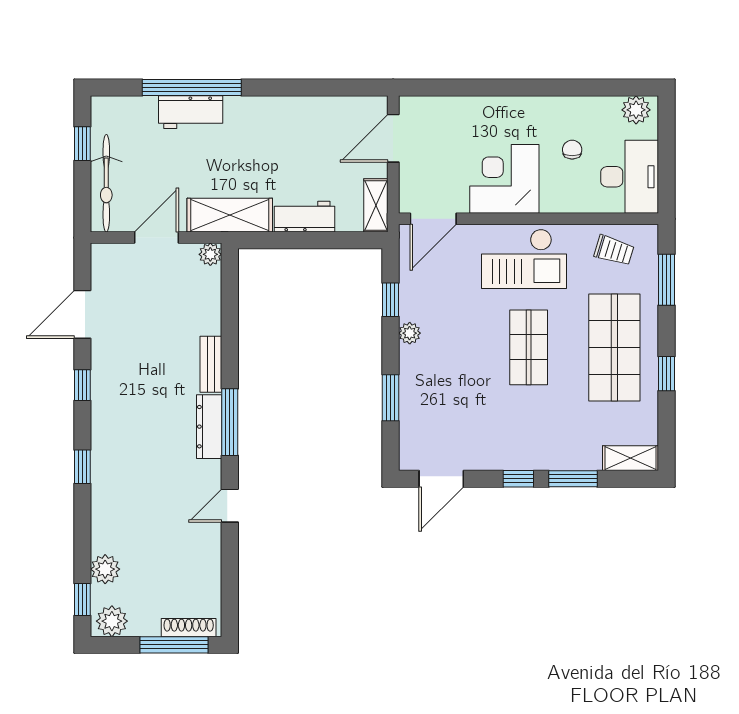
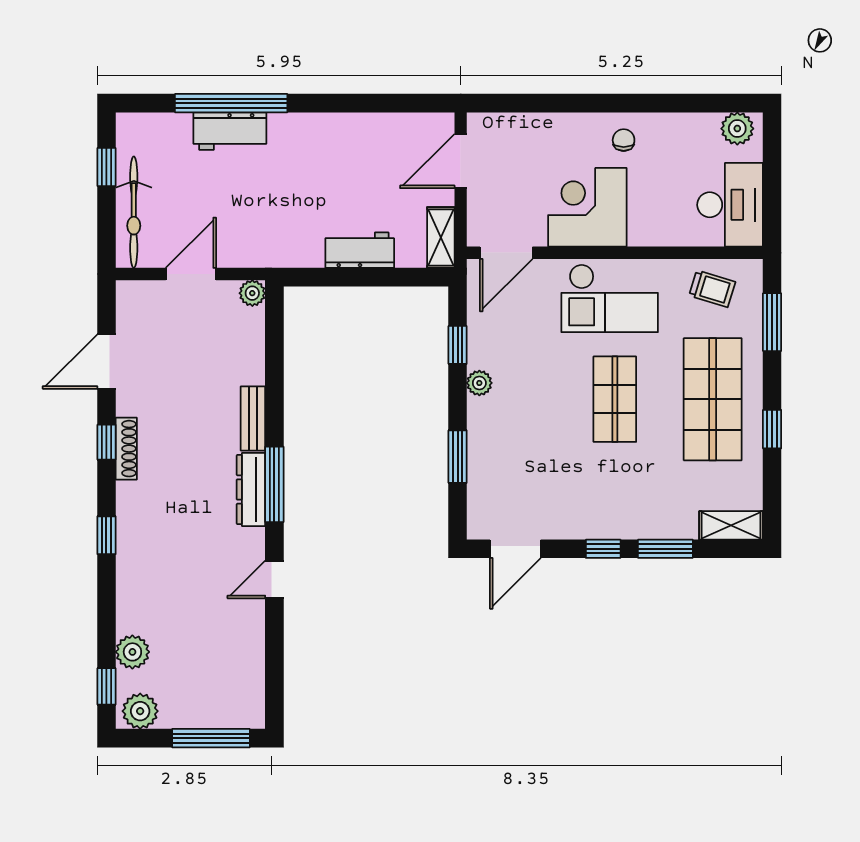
chair: (572, 150) -> (624, 140), moved
shelving: (230, 215) -> (274, 249), removed
shoe rack: (189, 628) -> (126, 449), moved, turned 90

